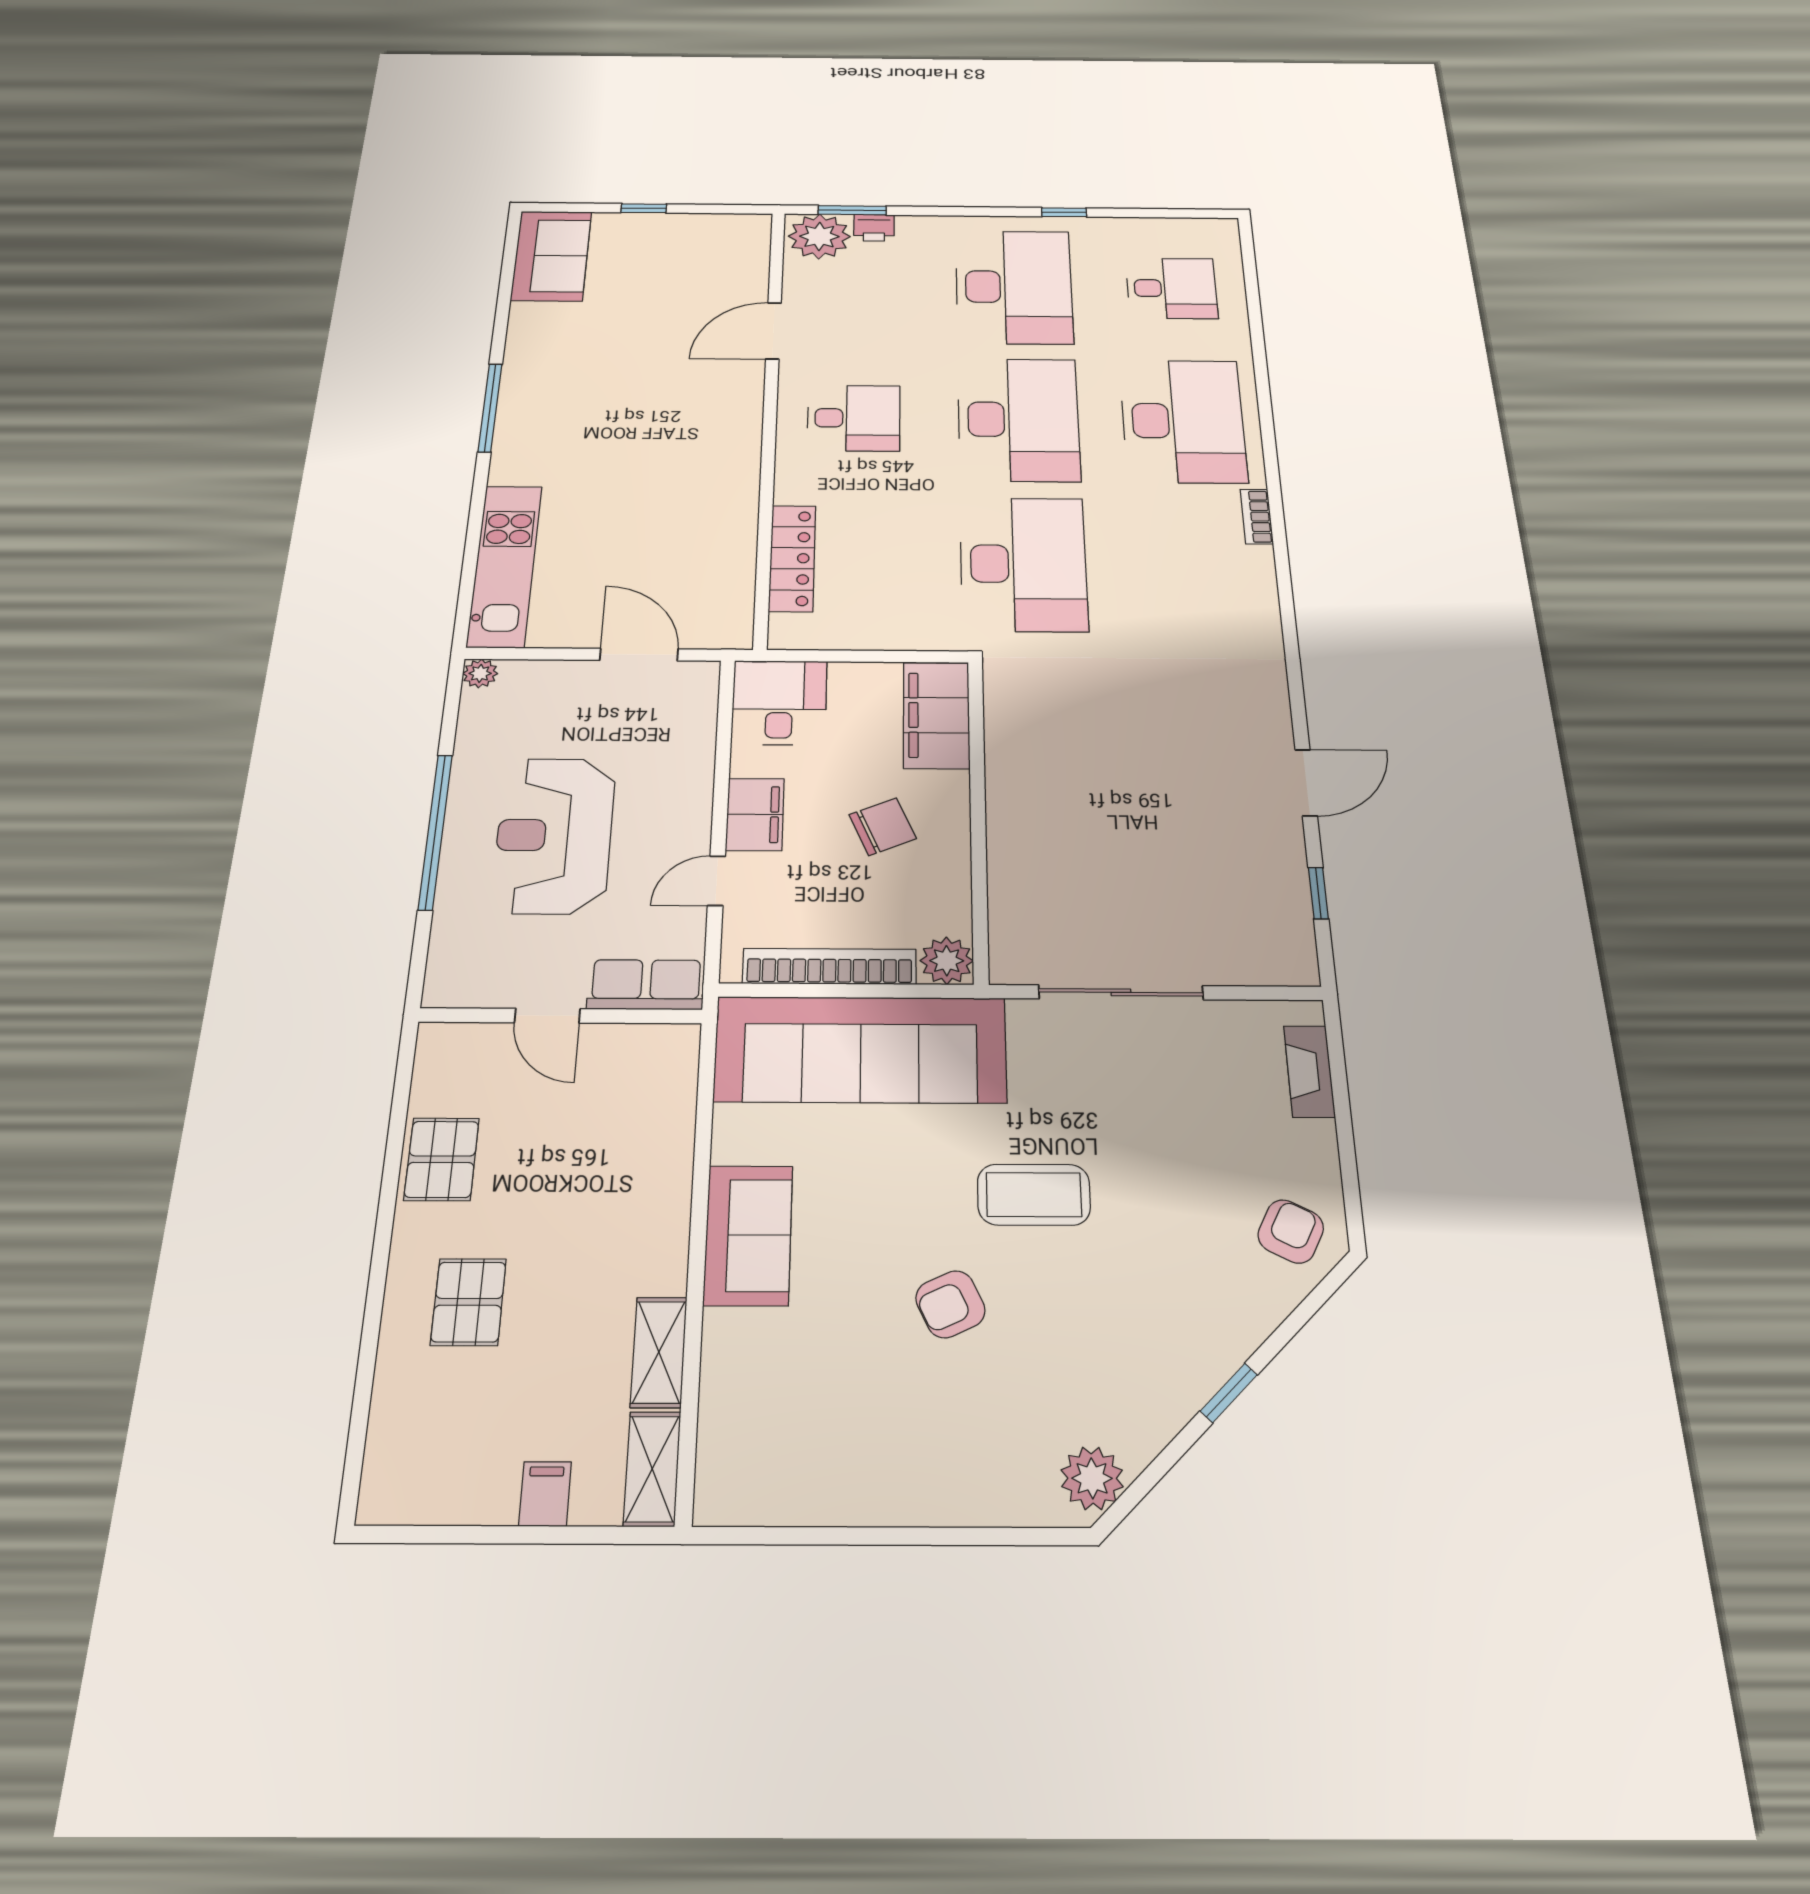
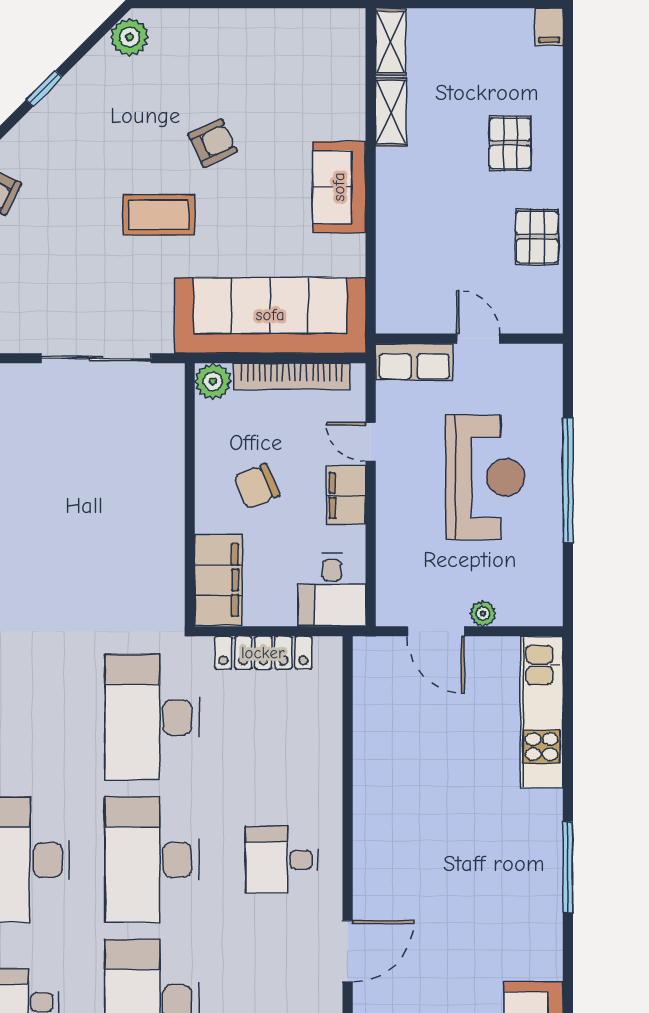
locker: (792, 558) -> (263, 653), moved, turned -90
plant: (480, 673) -> (483, 613), moved
door: (717, 881) -> (371, 442), swing flipped
filing cabinet: (545, 1494) -> (549, 27), moved

